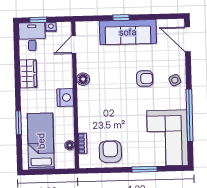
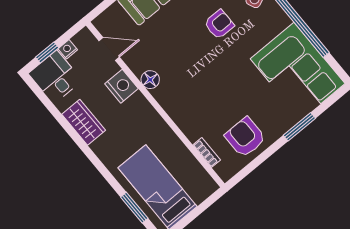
door: (74, 45) -> (109, 49), swing flipped
nightstand: (65, 98) -> (122, 86), moved
window: (19, 123) -> (134, 208), moved
floor lamp: (70, 145) -> (194, 166), removed

